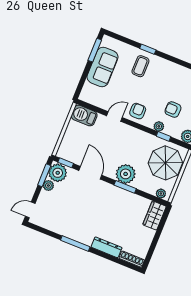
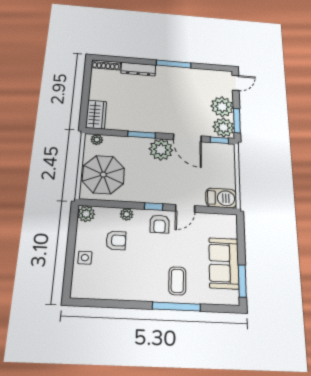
window: (148, 49) -> (176, 307), width x2.17
window: (163, 136) -> (154, 207), moved
plant: (126, 174) -> (161, 150), moved
plant: (48, 186) -> (222, 107), width x1.88, depth x1.88

